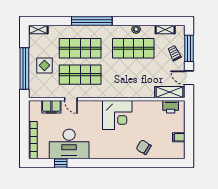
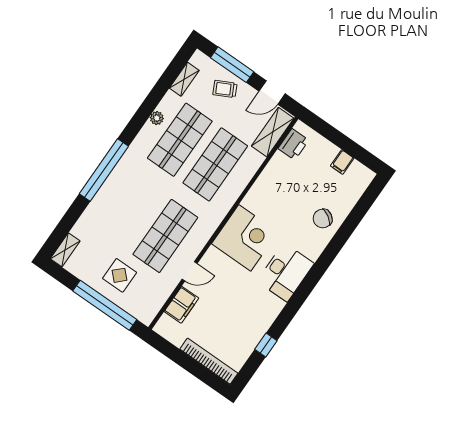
shop shelf: (80, 48) -> (215, 164), moved
corner desk: (117, 115) -> (245, 238), moved
desk: (69, 144) -> (285, 272), moved, width x0.73, depth x0.77

